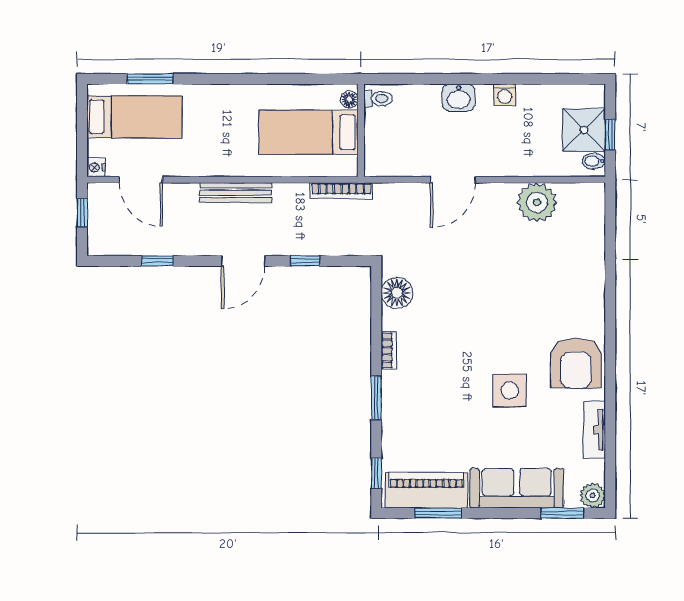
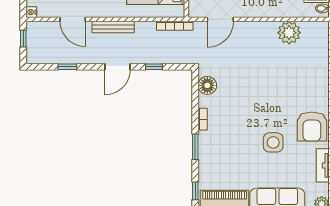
door: (141, 180) -> (73, 19), moved
door: (453, 180) -> (220, 19), moved

